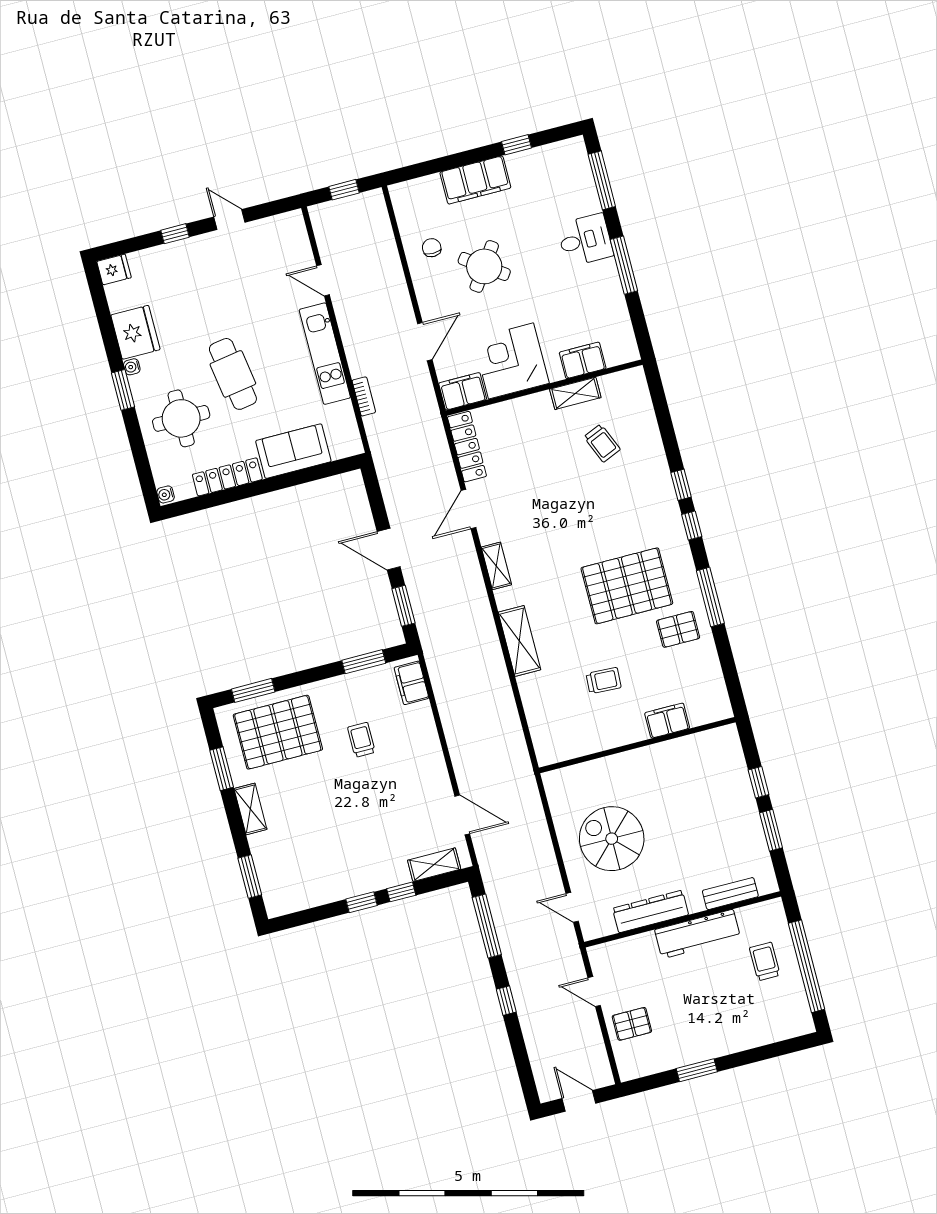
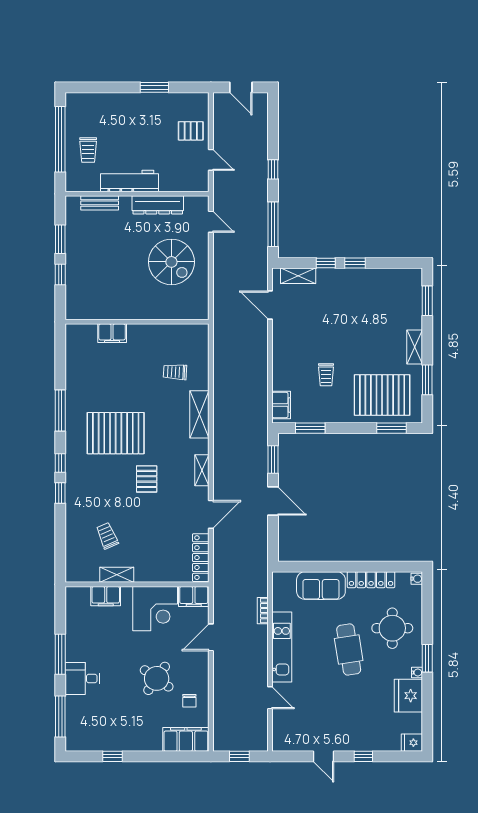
filing cabinet: (475, 180) -> (186, 739), moved
pallet: (678, 629) -> (147, 479), moved, turned 90
trolley: (604, 681) -> (175, 372), moved

